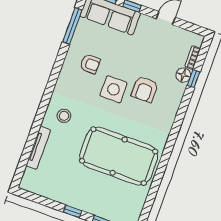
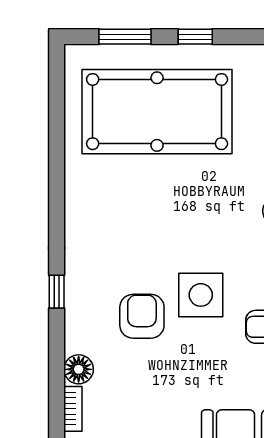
window: (194, 79) -> (57, 292), moved
pool table: (119, 156) -> (157, 112), moved

